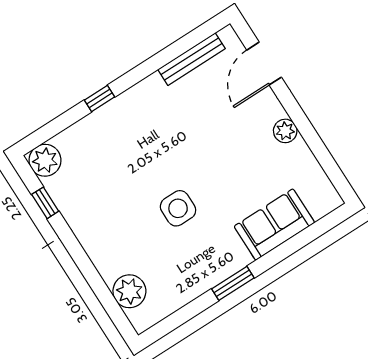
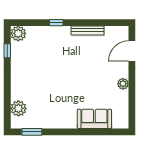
bench: (192, 59) -> (87, 30), moved
side table: (178, 208) -> (60, 87), removed
window: (233, 283) -> (32, 132), moved

